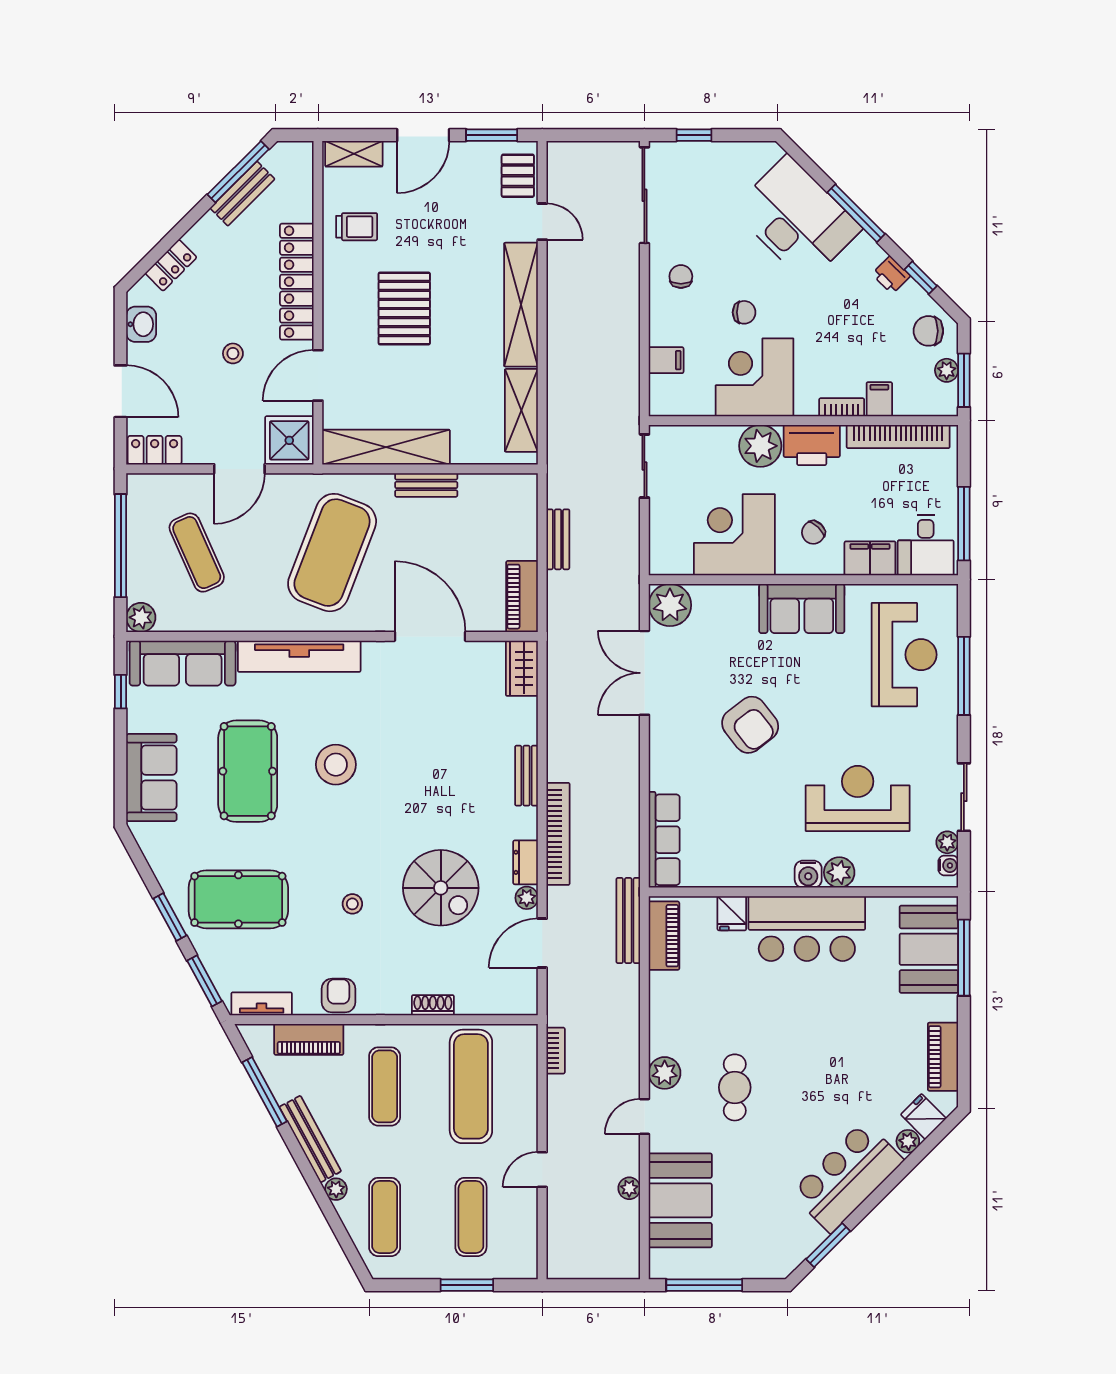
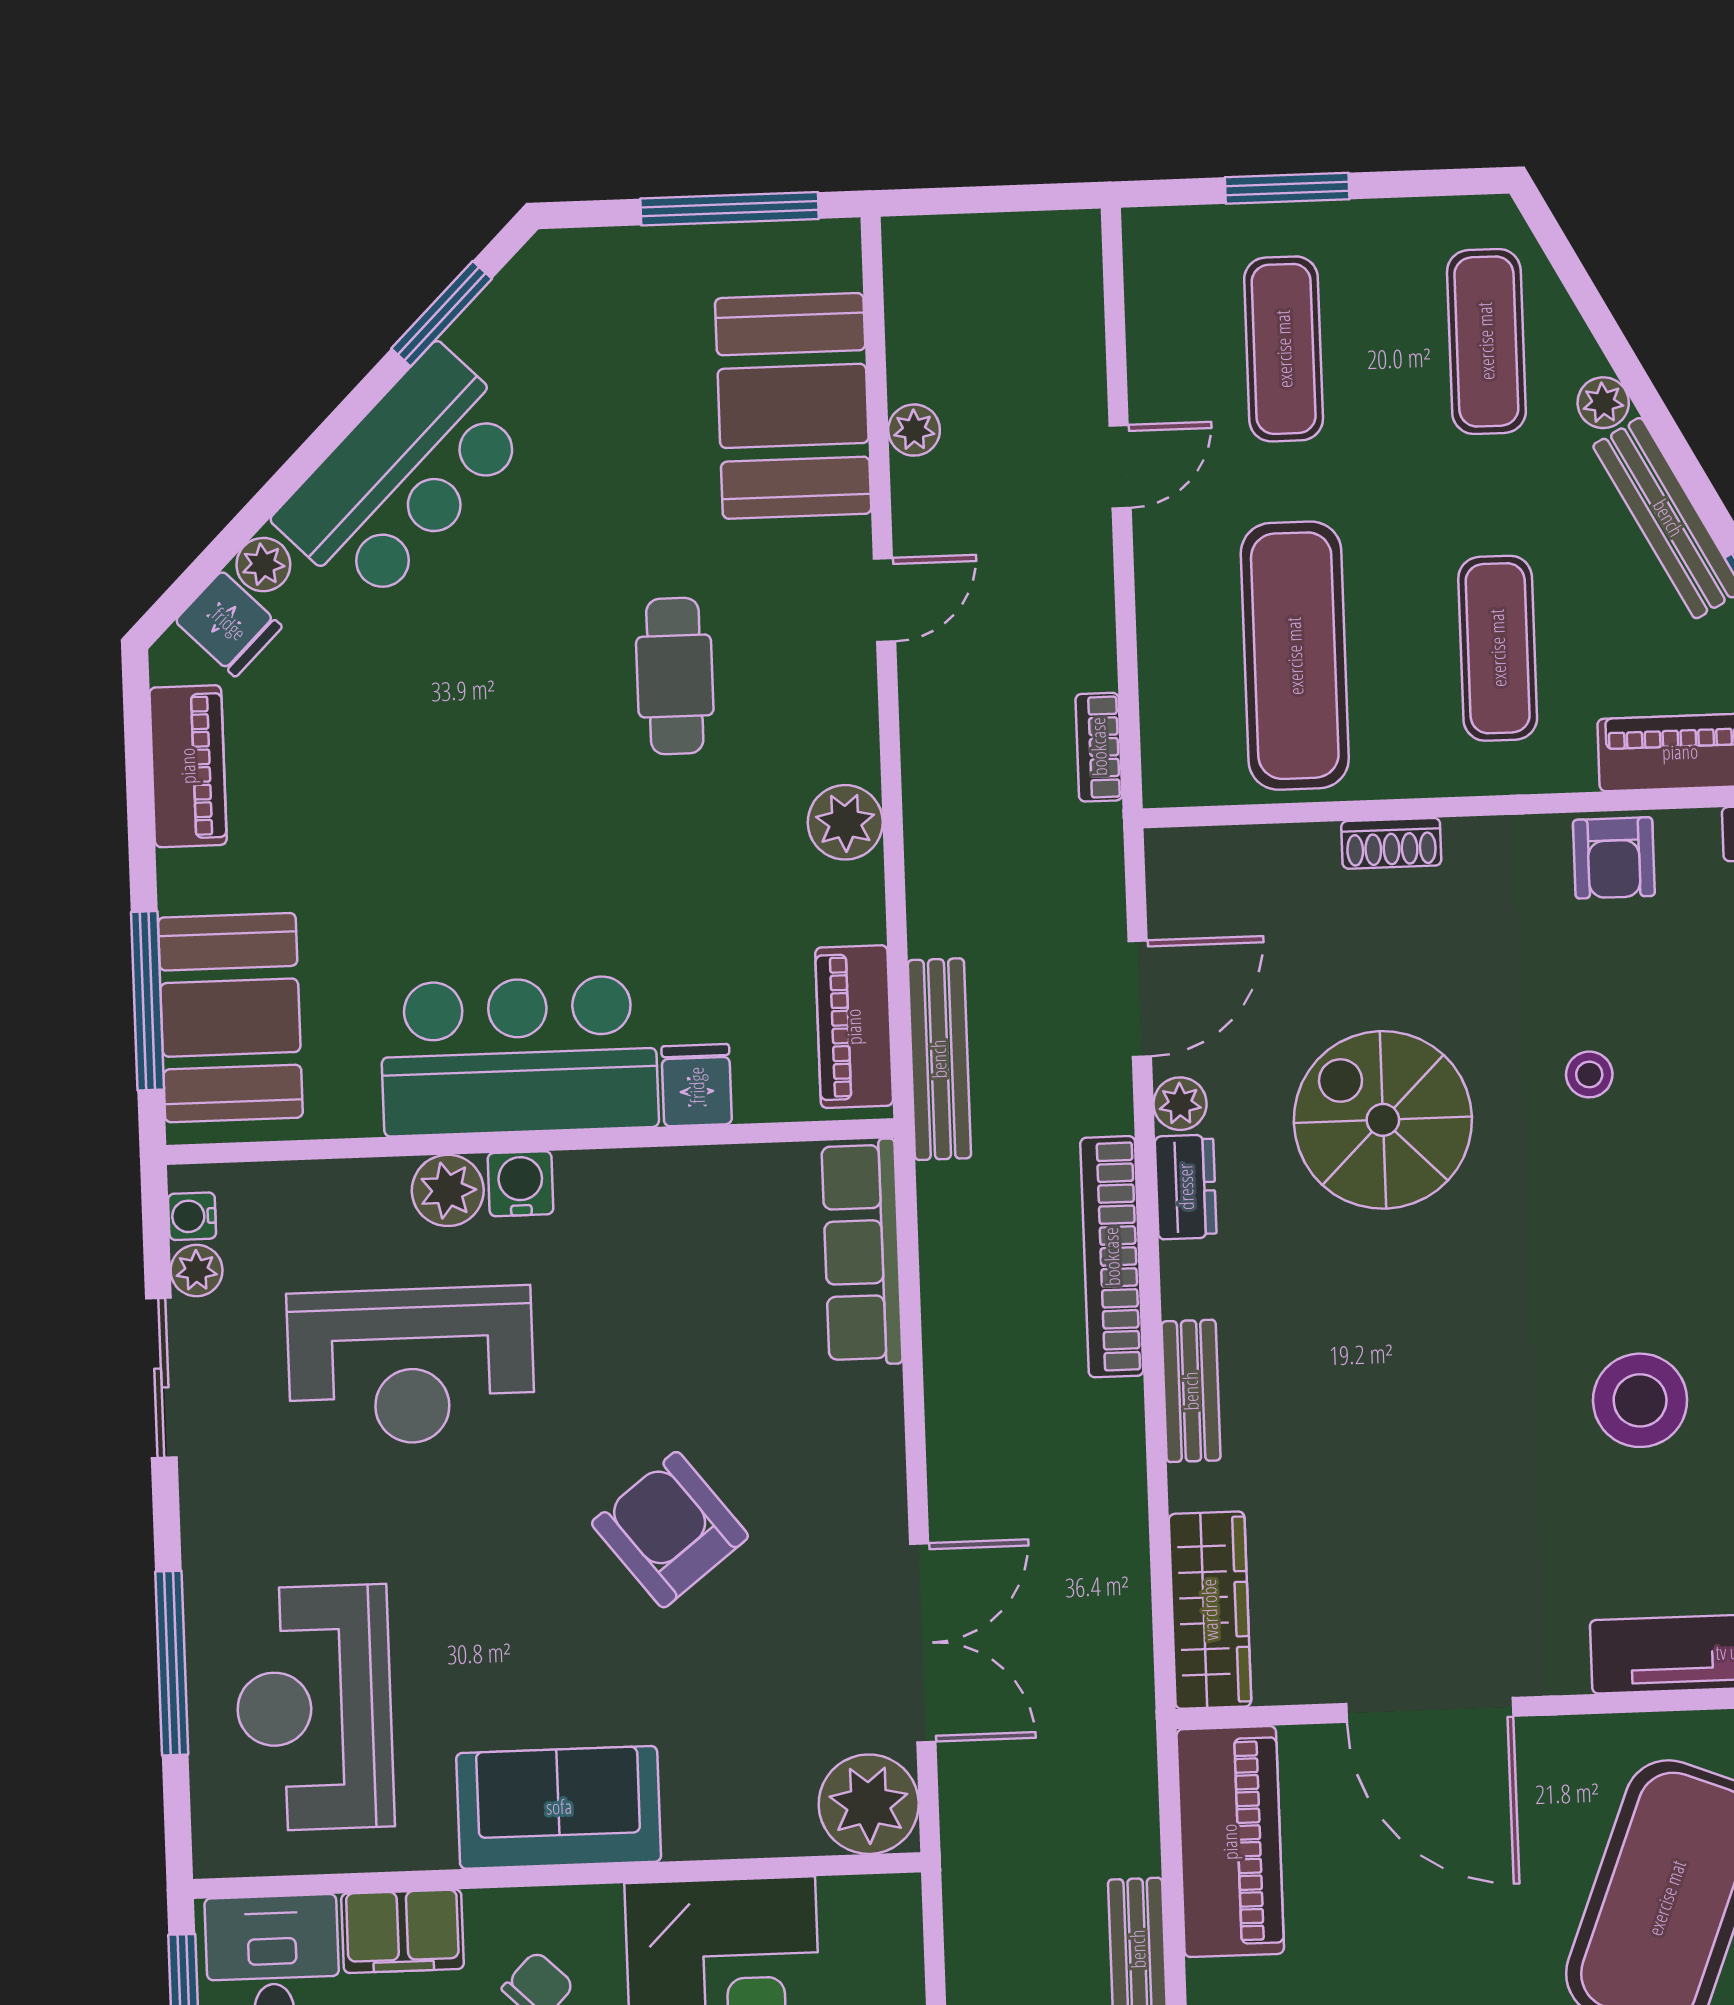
piano: (522, 597) -> (1230, 1842), width x1.37, depth x1.33
wardrobe: (522, 668) -> (1210, 1610), width x1.50
plant: (665, 1073) -> (845, 822), moved

